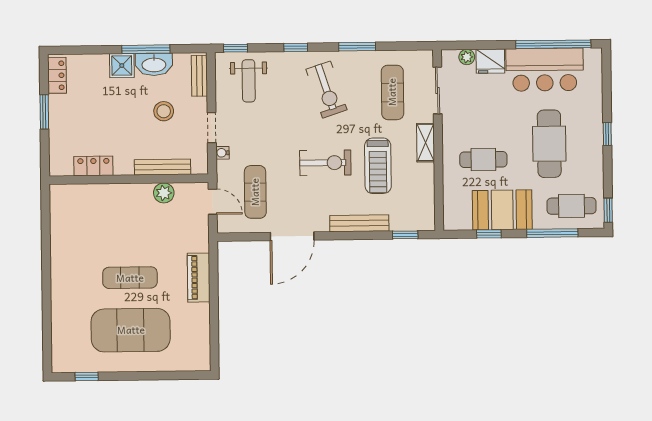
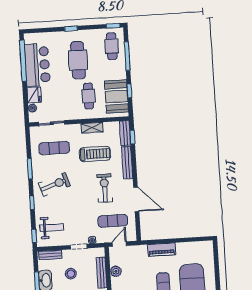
shelving: (425, 143) -> (92, 128), moved
cafe table: (549, 144) -> (78, 60), turned 90
exercise bike: (325, 163) -> (105, 188), moved
booth: (502, 210) -> (117, 97), moved
bench: (413, 222) -> (125, 133), added

